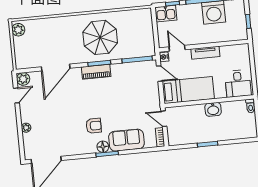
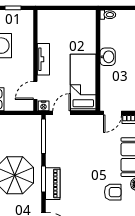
desk: (238, 83) -> (81, 26), removed
armchair: (94, 126) -> (113, 192), turned 90

